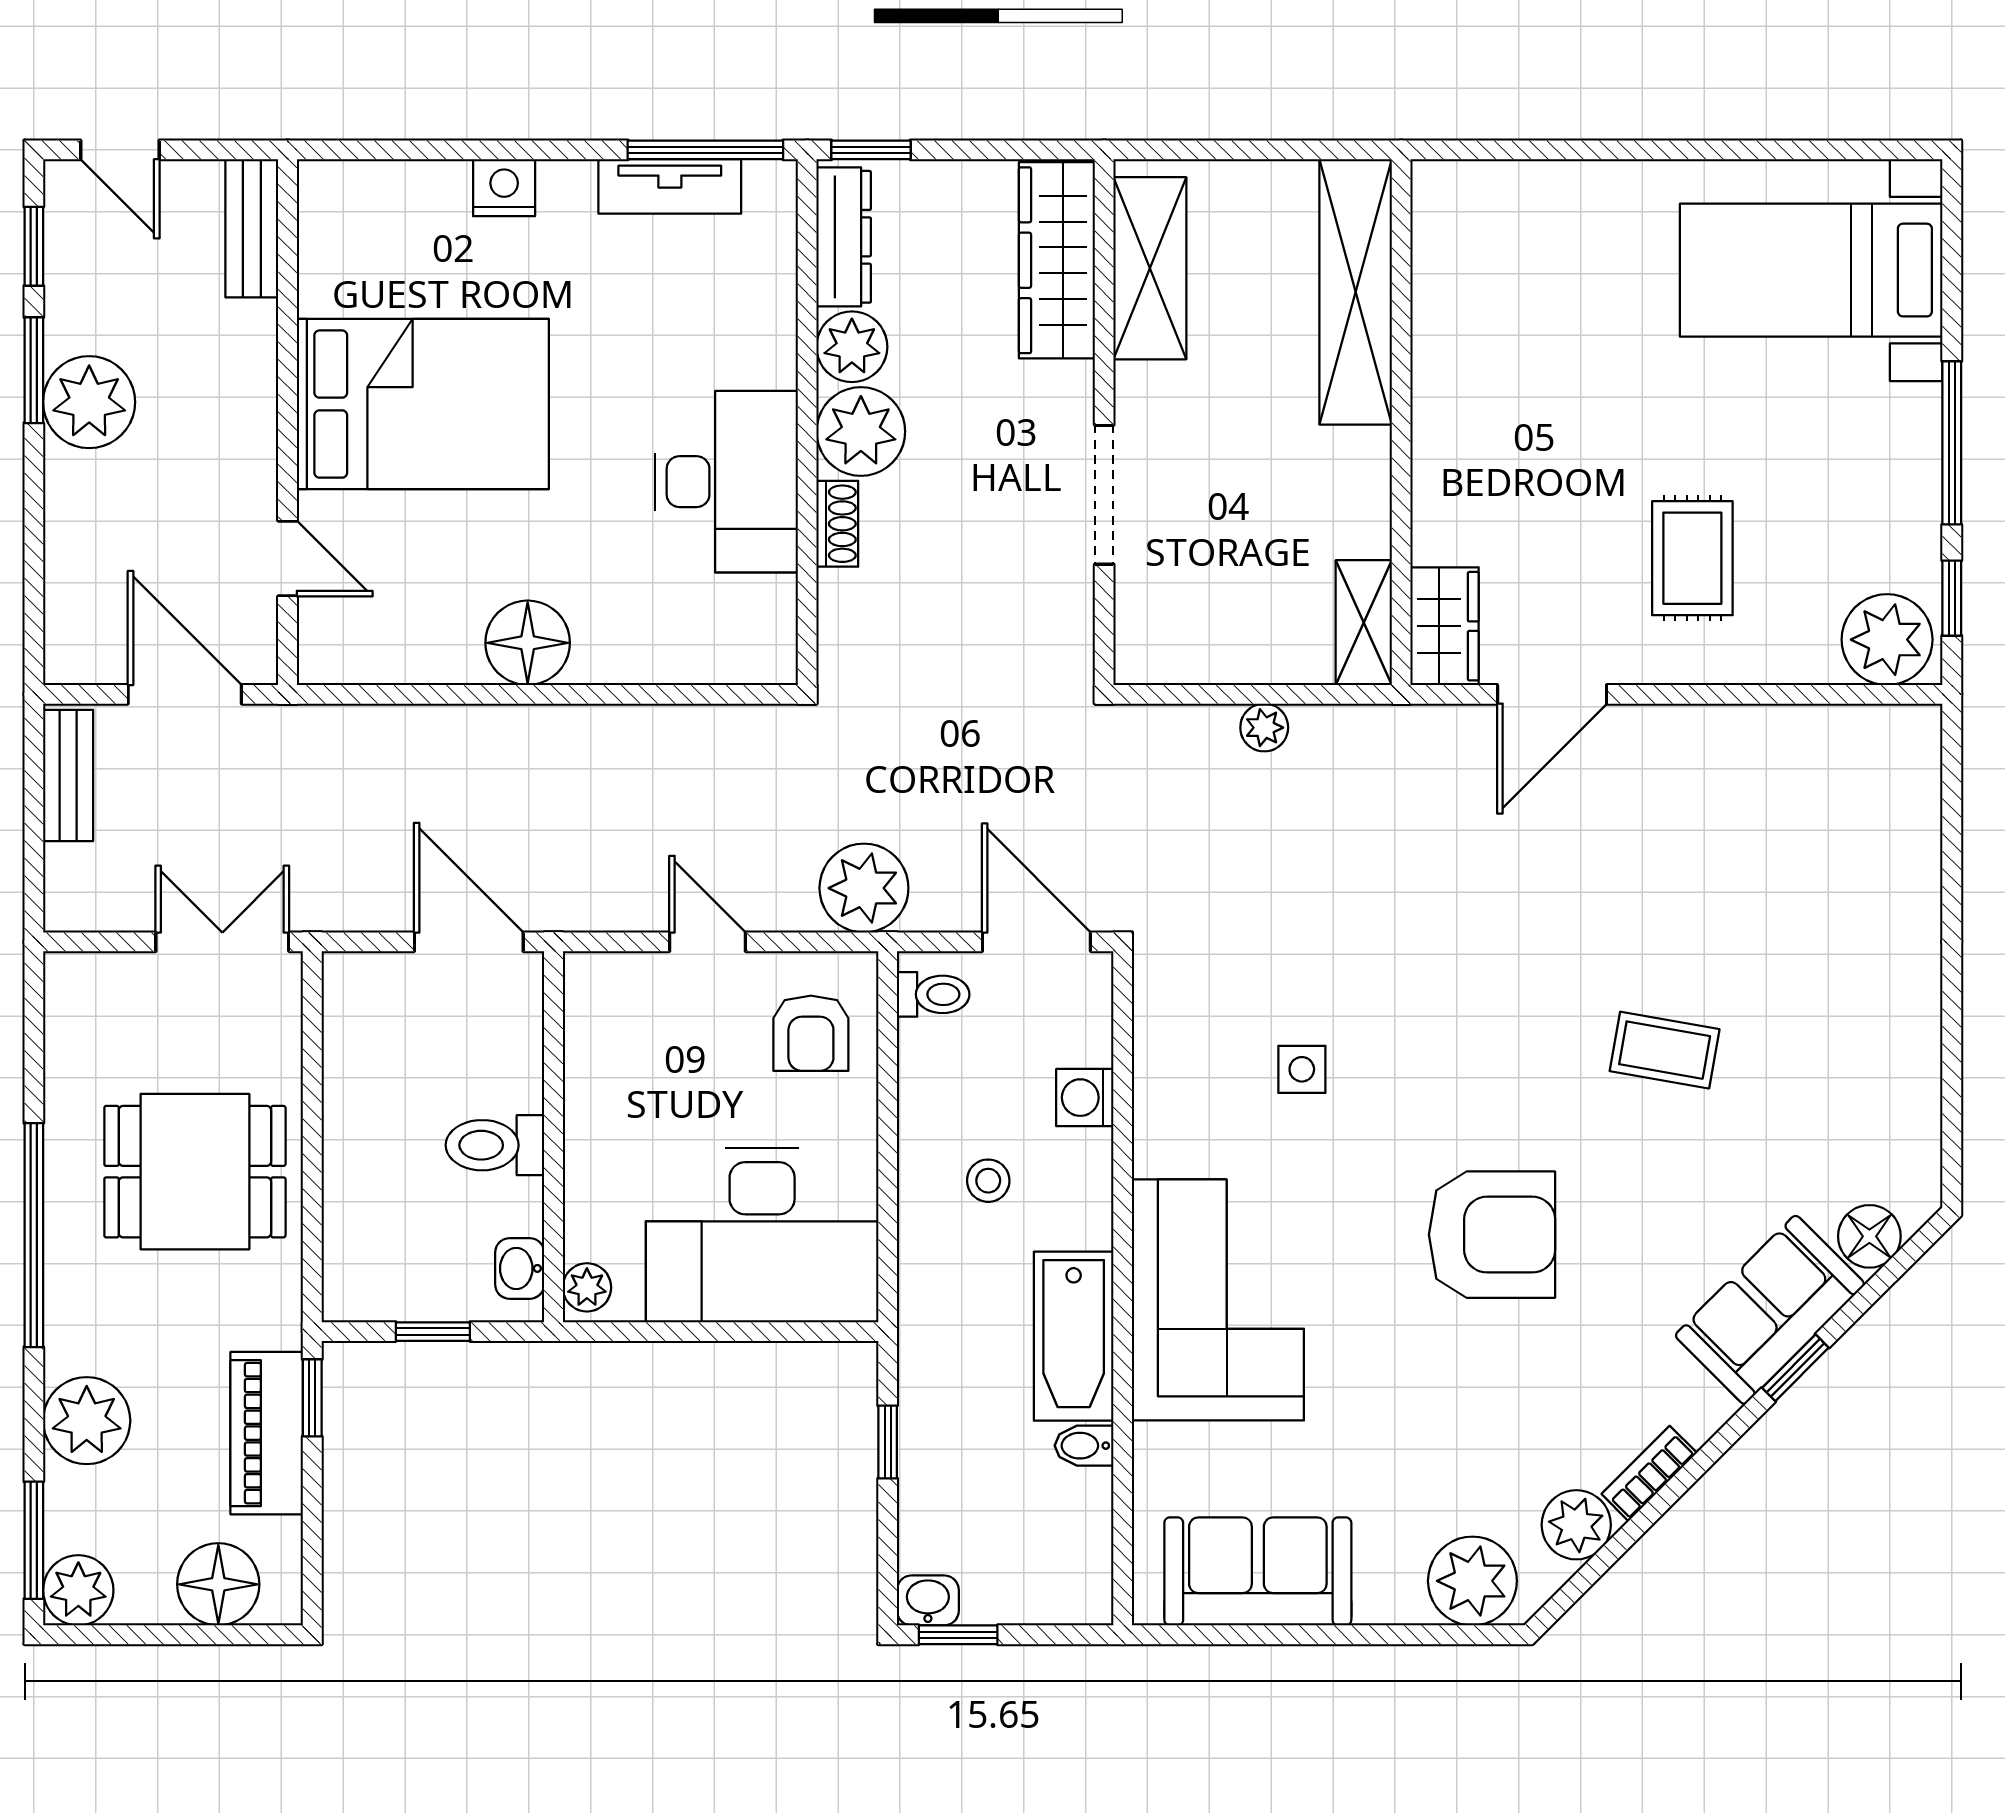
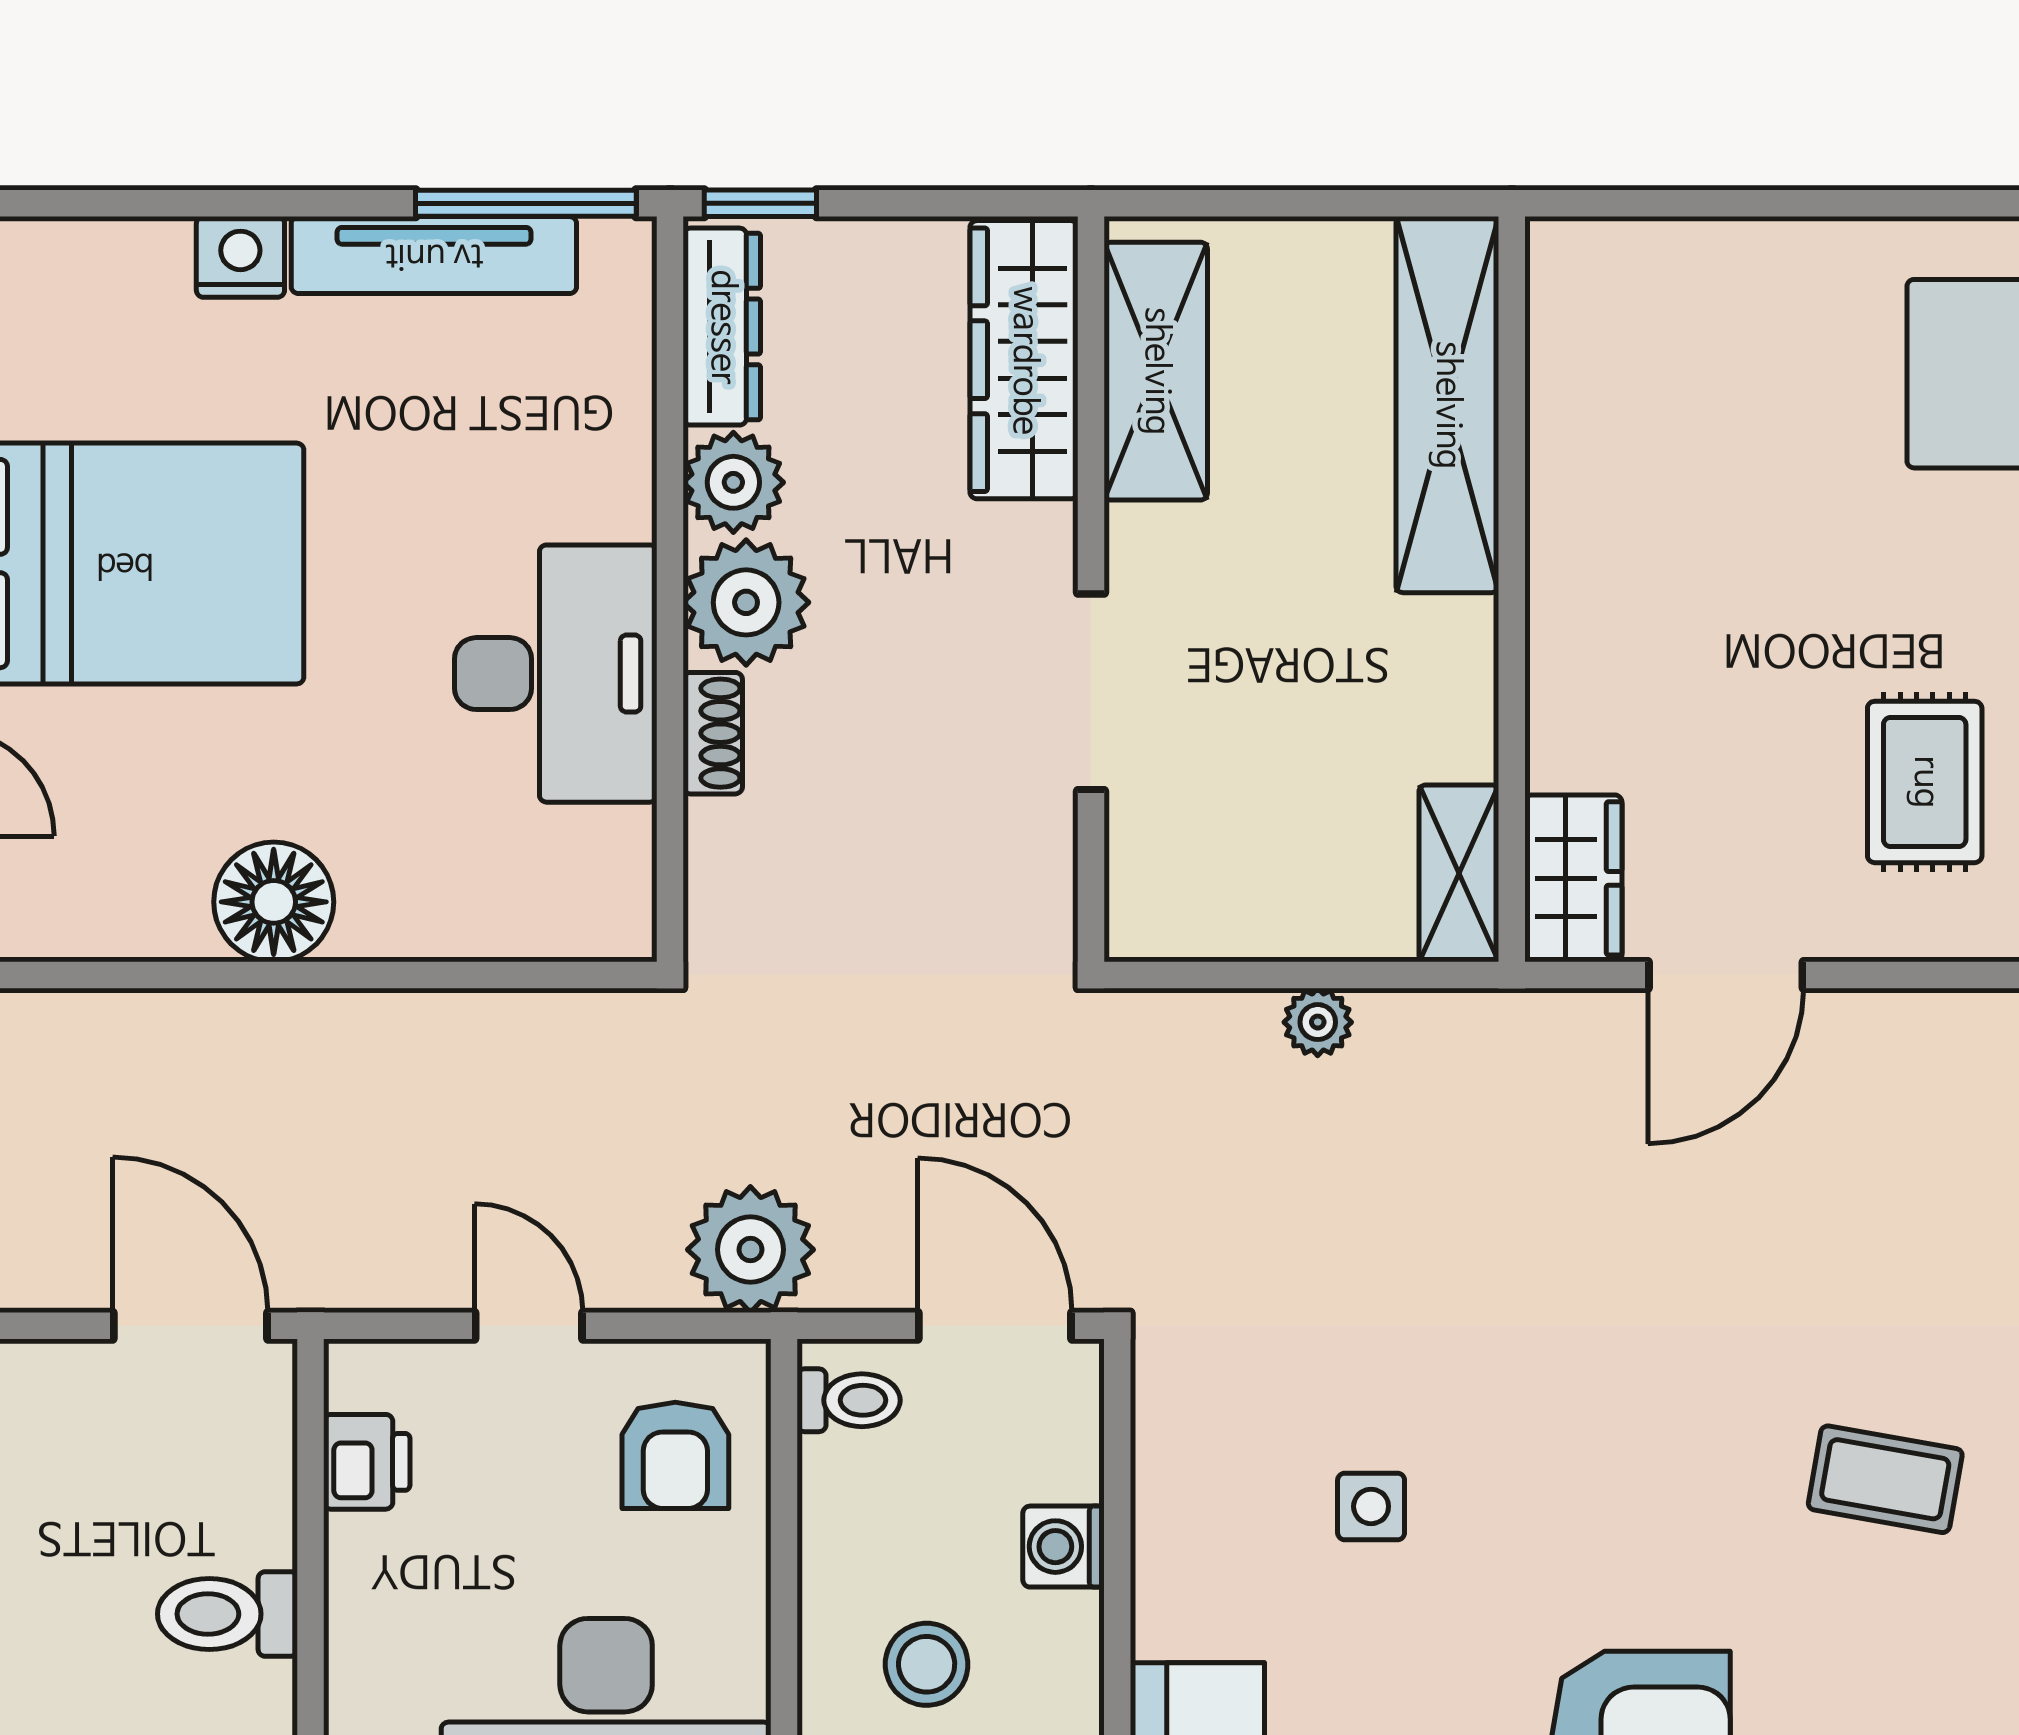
tv unit: (670, 186) -> (434, 255), width x1.41
printer: (593, 1038) -> (367, 1462), added
stool: (988, 1181) -> (927, 1664), width x1.37, depth x1.37

